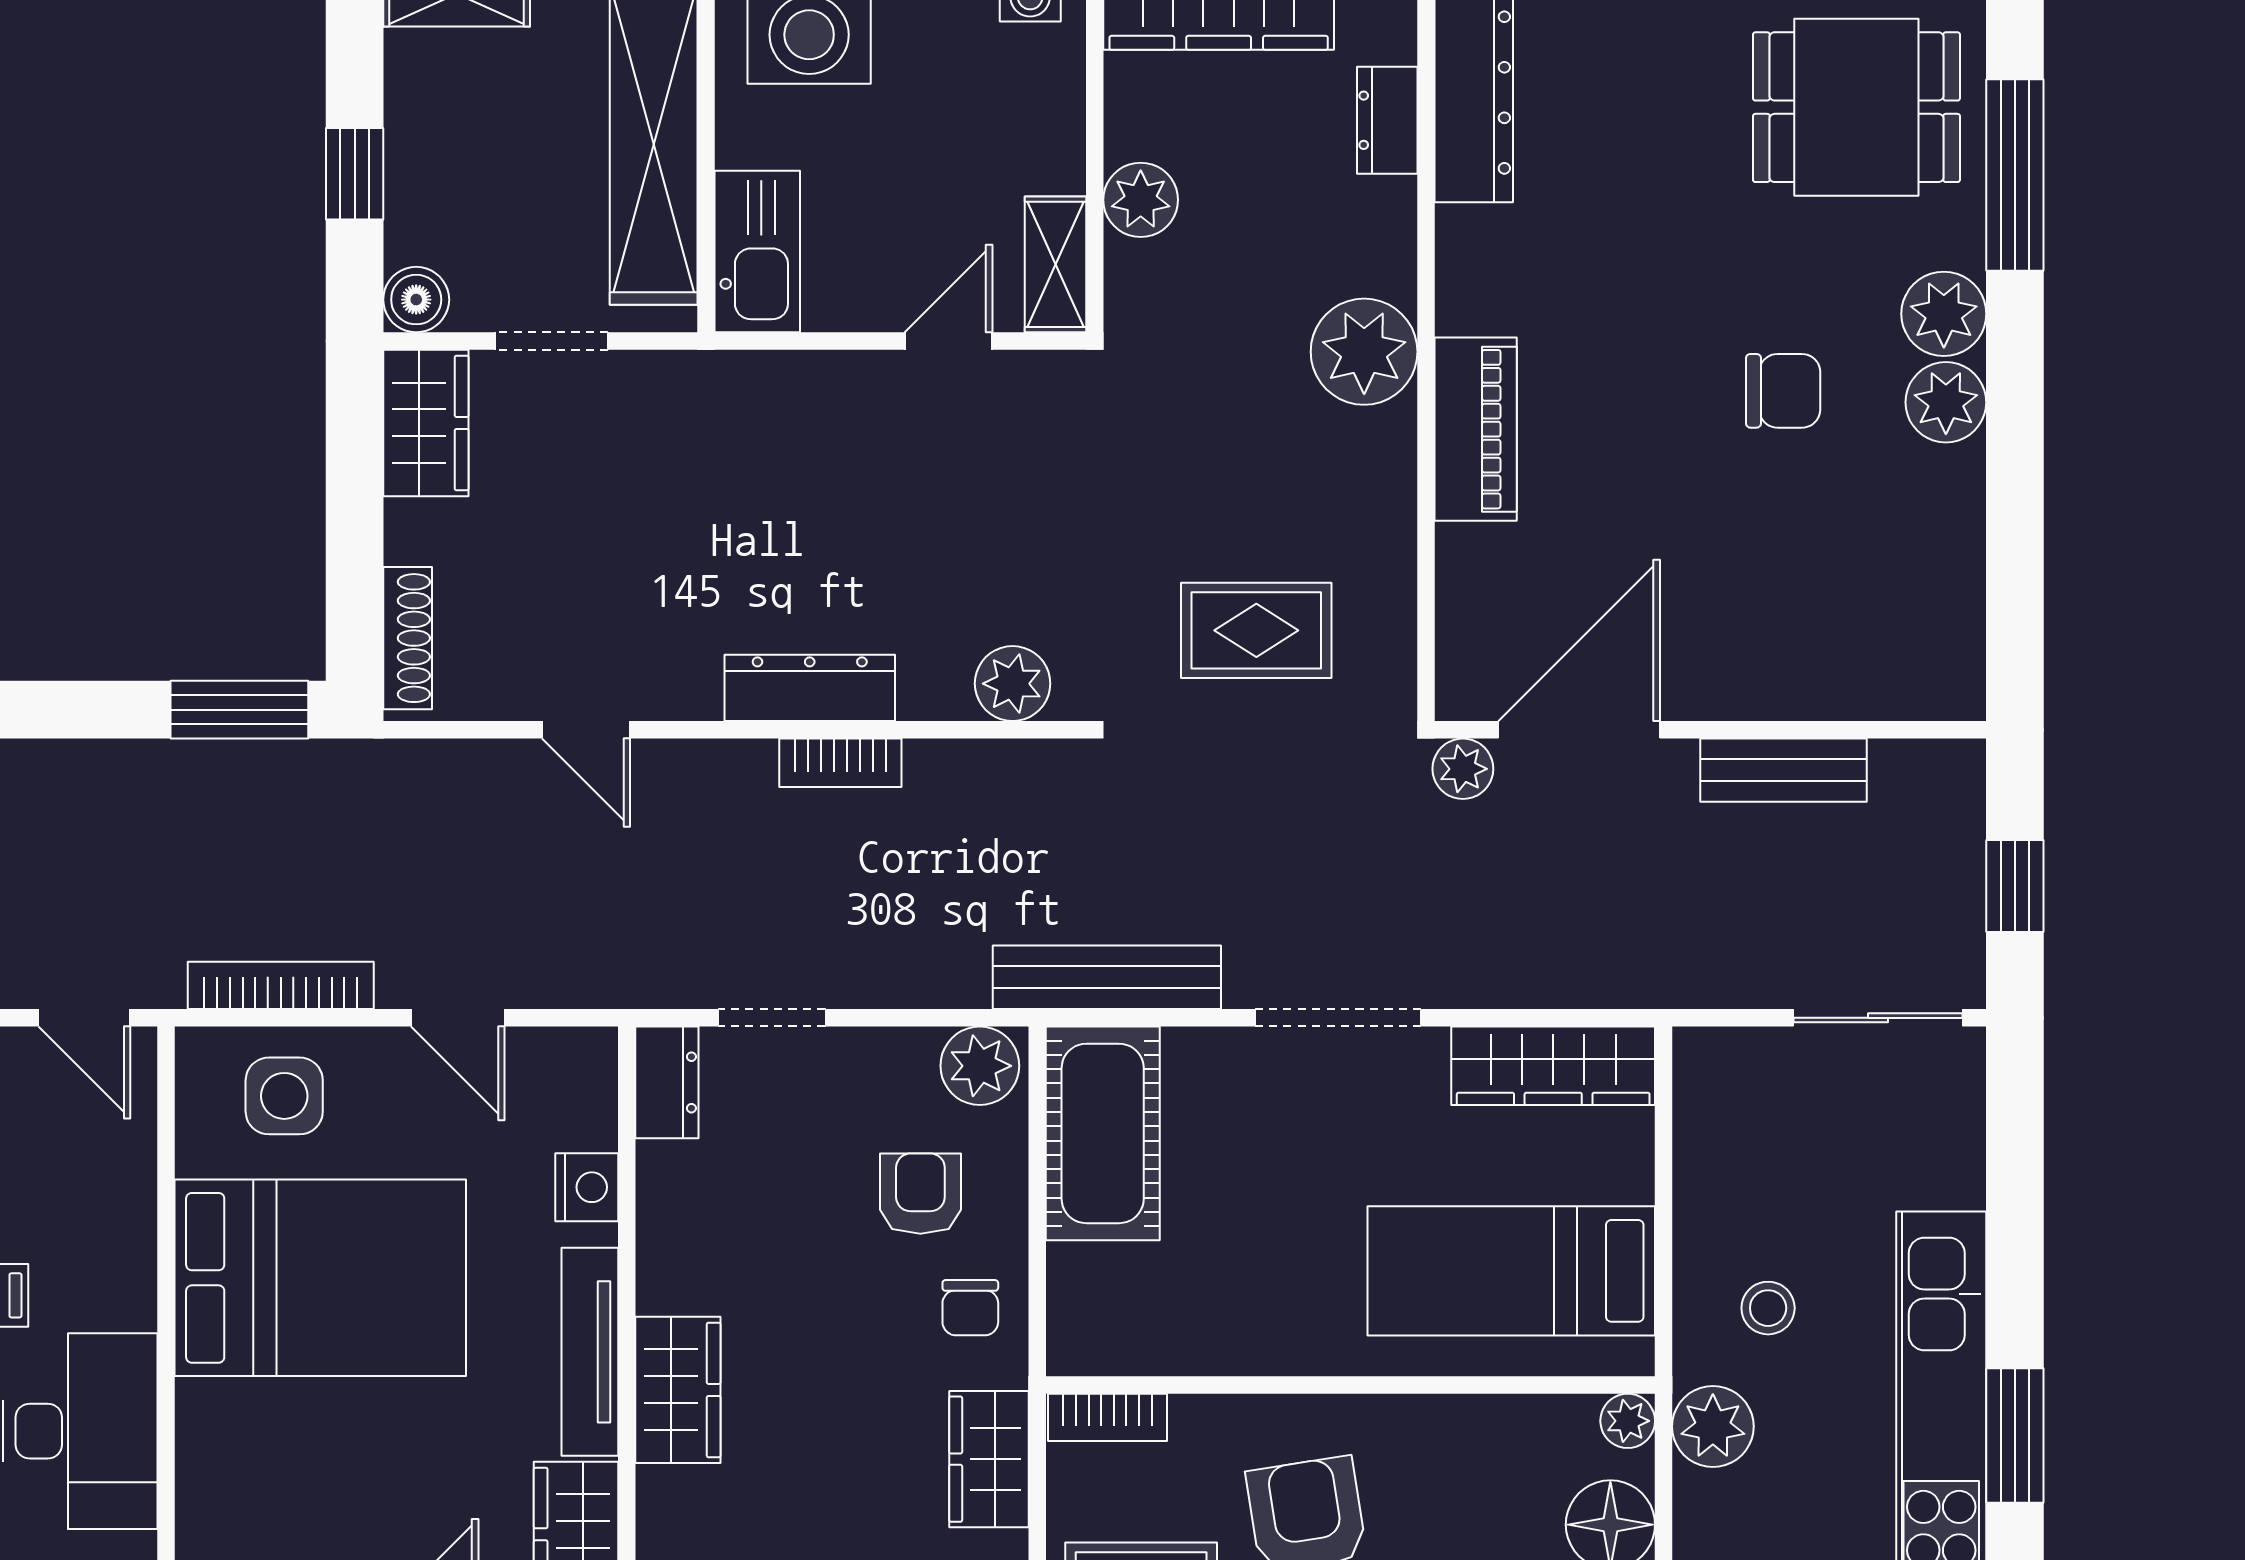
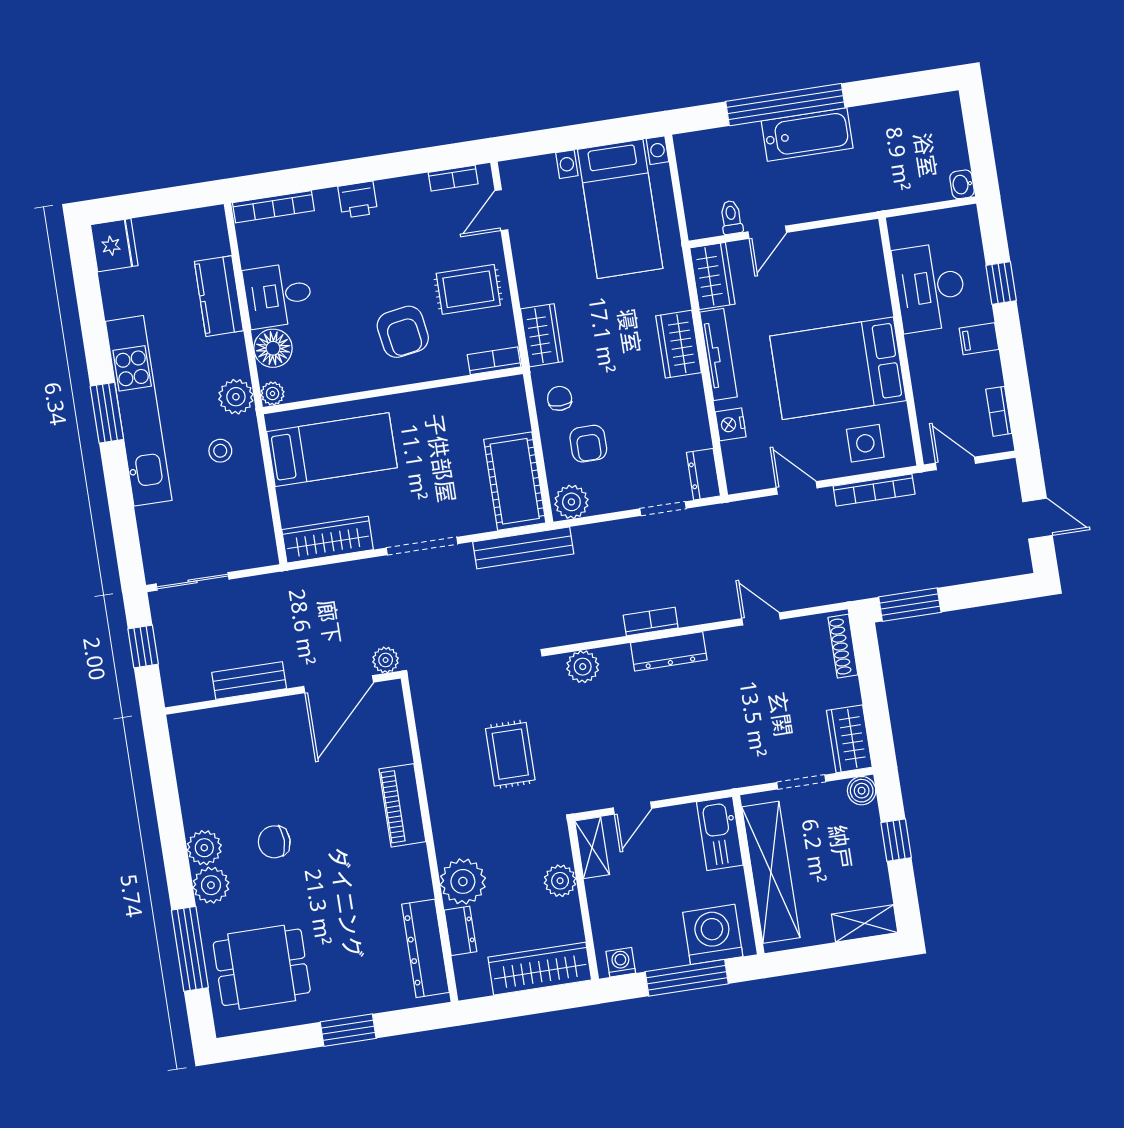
plant: (1364, 352) -> (463, 881), moved
rug: (1256, 630) -> (510, 754), moved, turned 90

